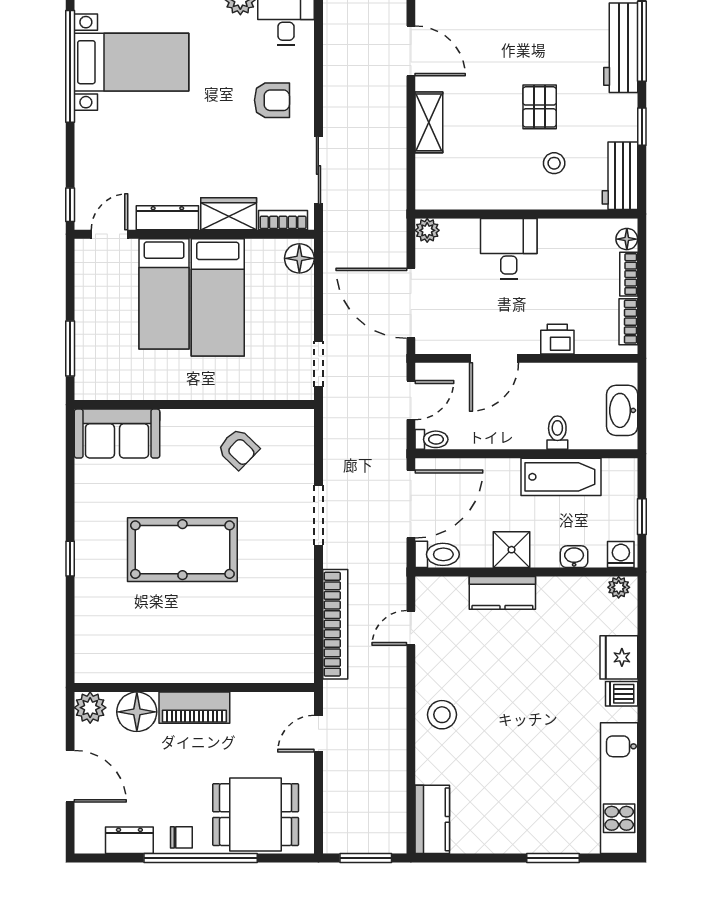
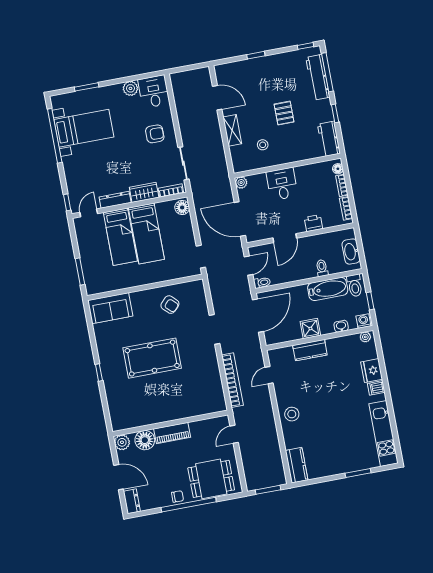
stool: (554, 163) -> (263, 145), moved
toilet: (437, 554) -> (355, 285), moved, turned 90
dresser: (129, 840) -> (132, 501), moved, turned 90

